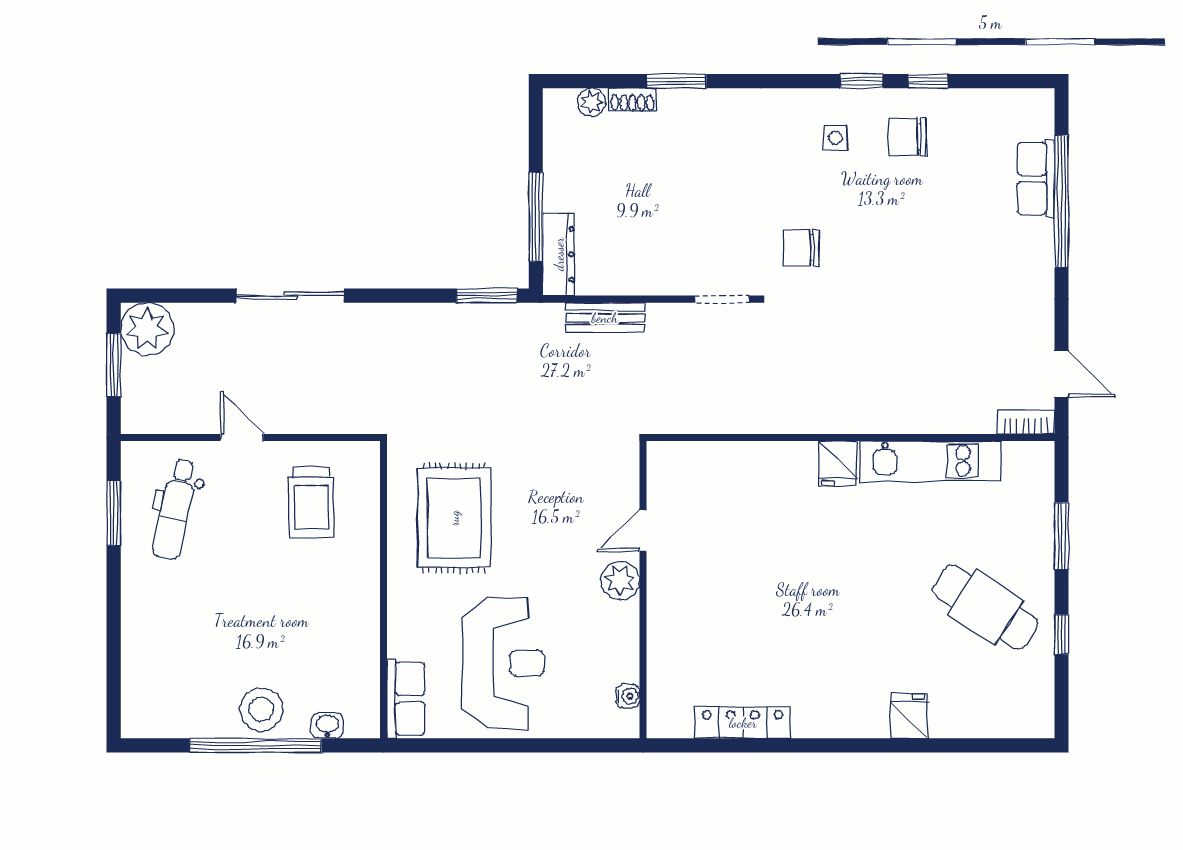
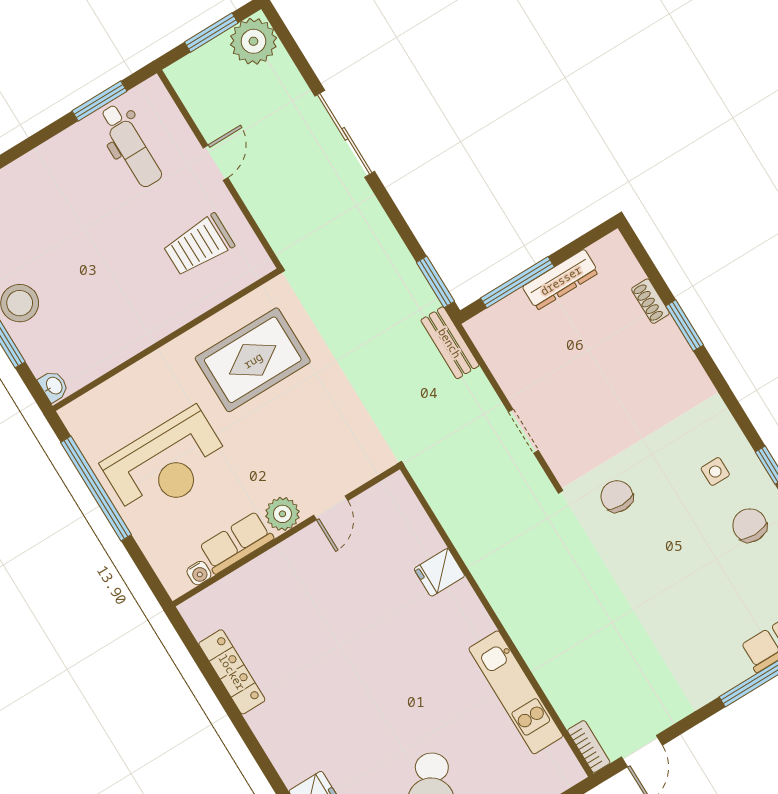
plant: (592, 102) -> (630, 272), removed
dresser: (559, 254) -> (561, 280), moved
doorway: (722, 299) -> (523, 431), moved
bench: (605, 318) -> (450, 343), moved
fridge: (838, 464) -> (439, 572), moved
dental chair: (175, 509) -> (131, 146), turned -102
door: (643, 530) -> (331, 508), swing flipped
row of seats: (406, 699) -> (236, 543), moved, turned 180
washbasin: (327, 726) -> (54, 386), moved
window: (485, 745) -> (96, 488), added

